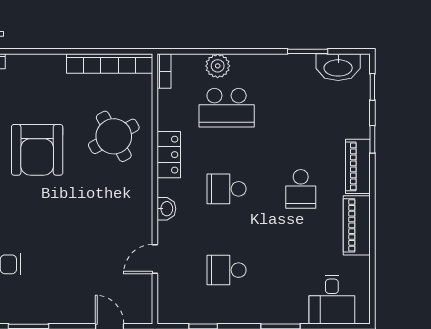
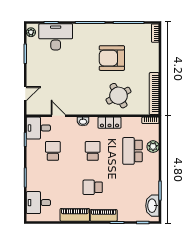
desk: (180, 300) -> (38, 128), added

